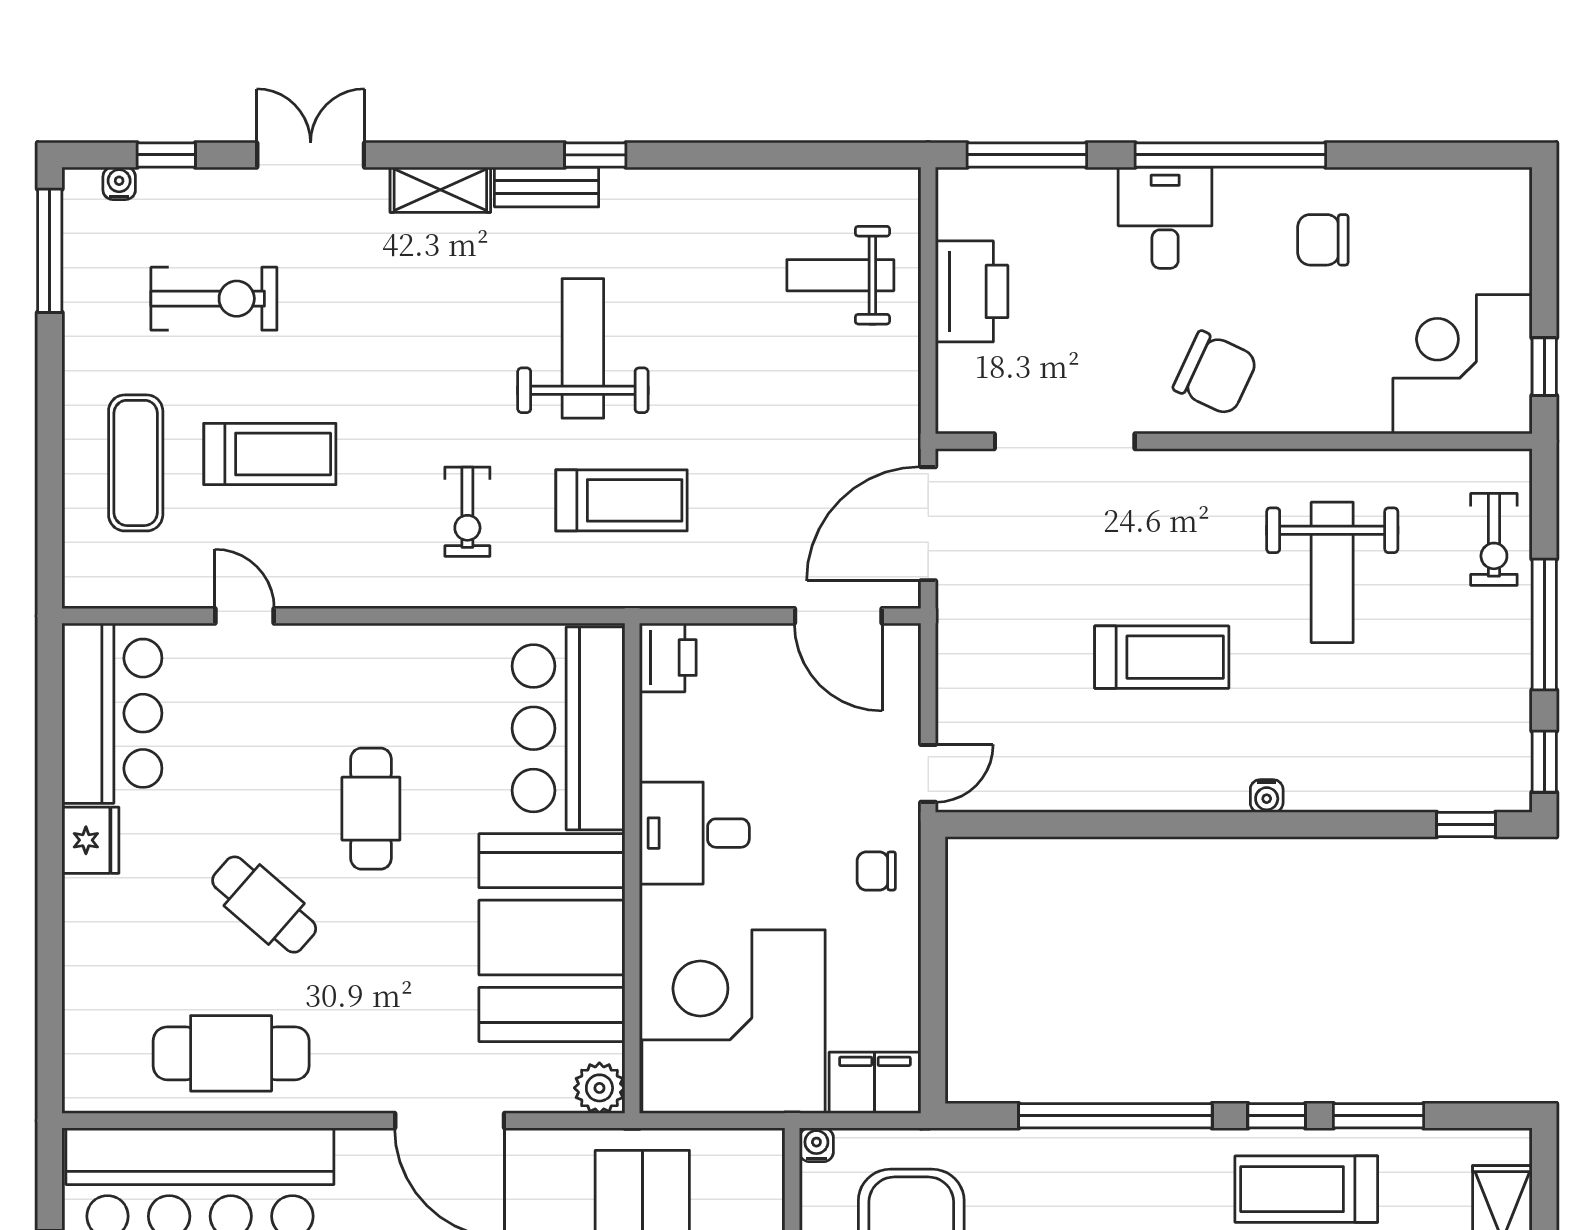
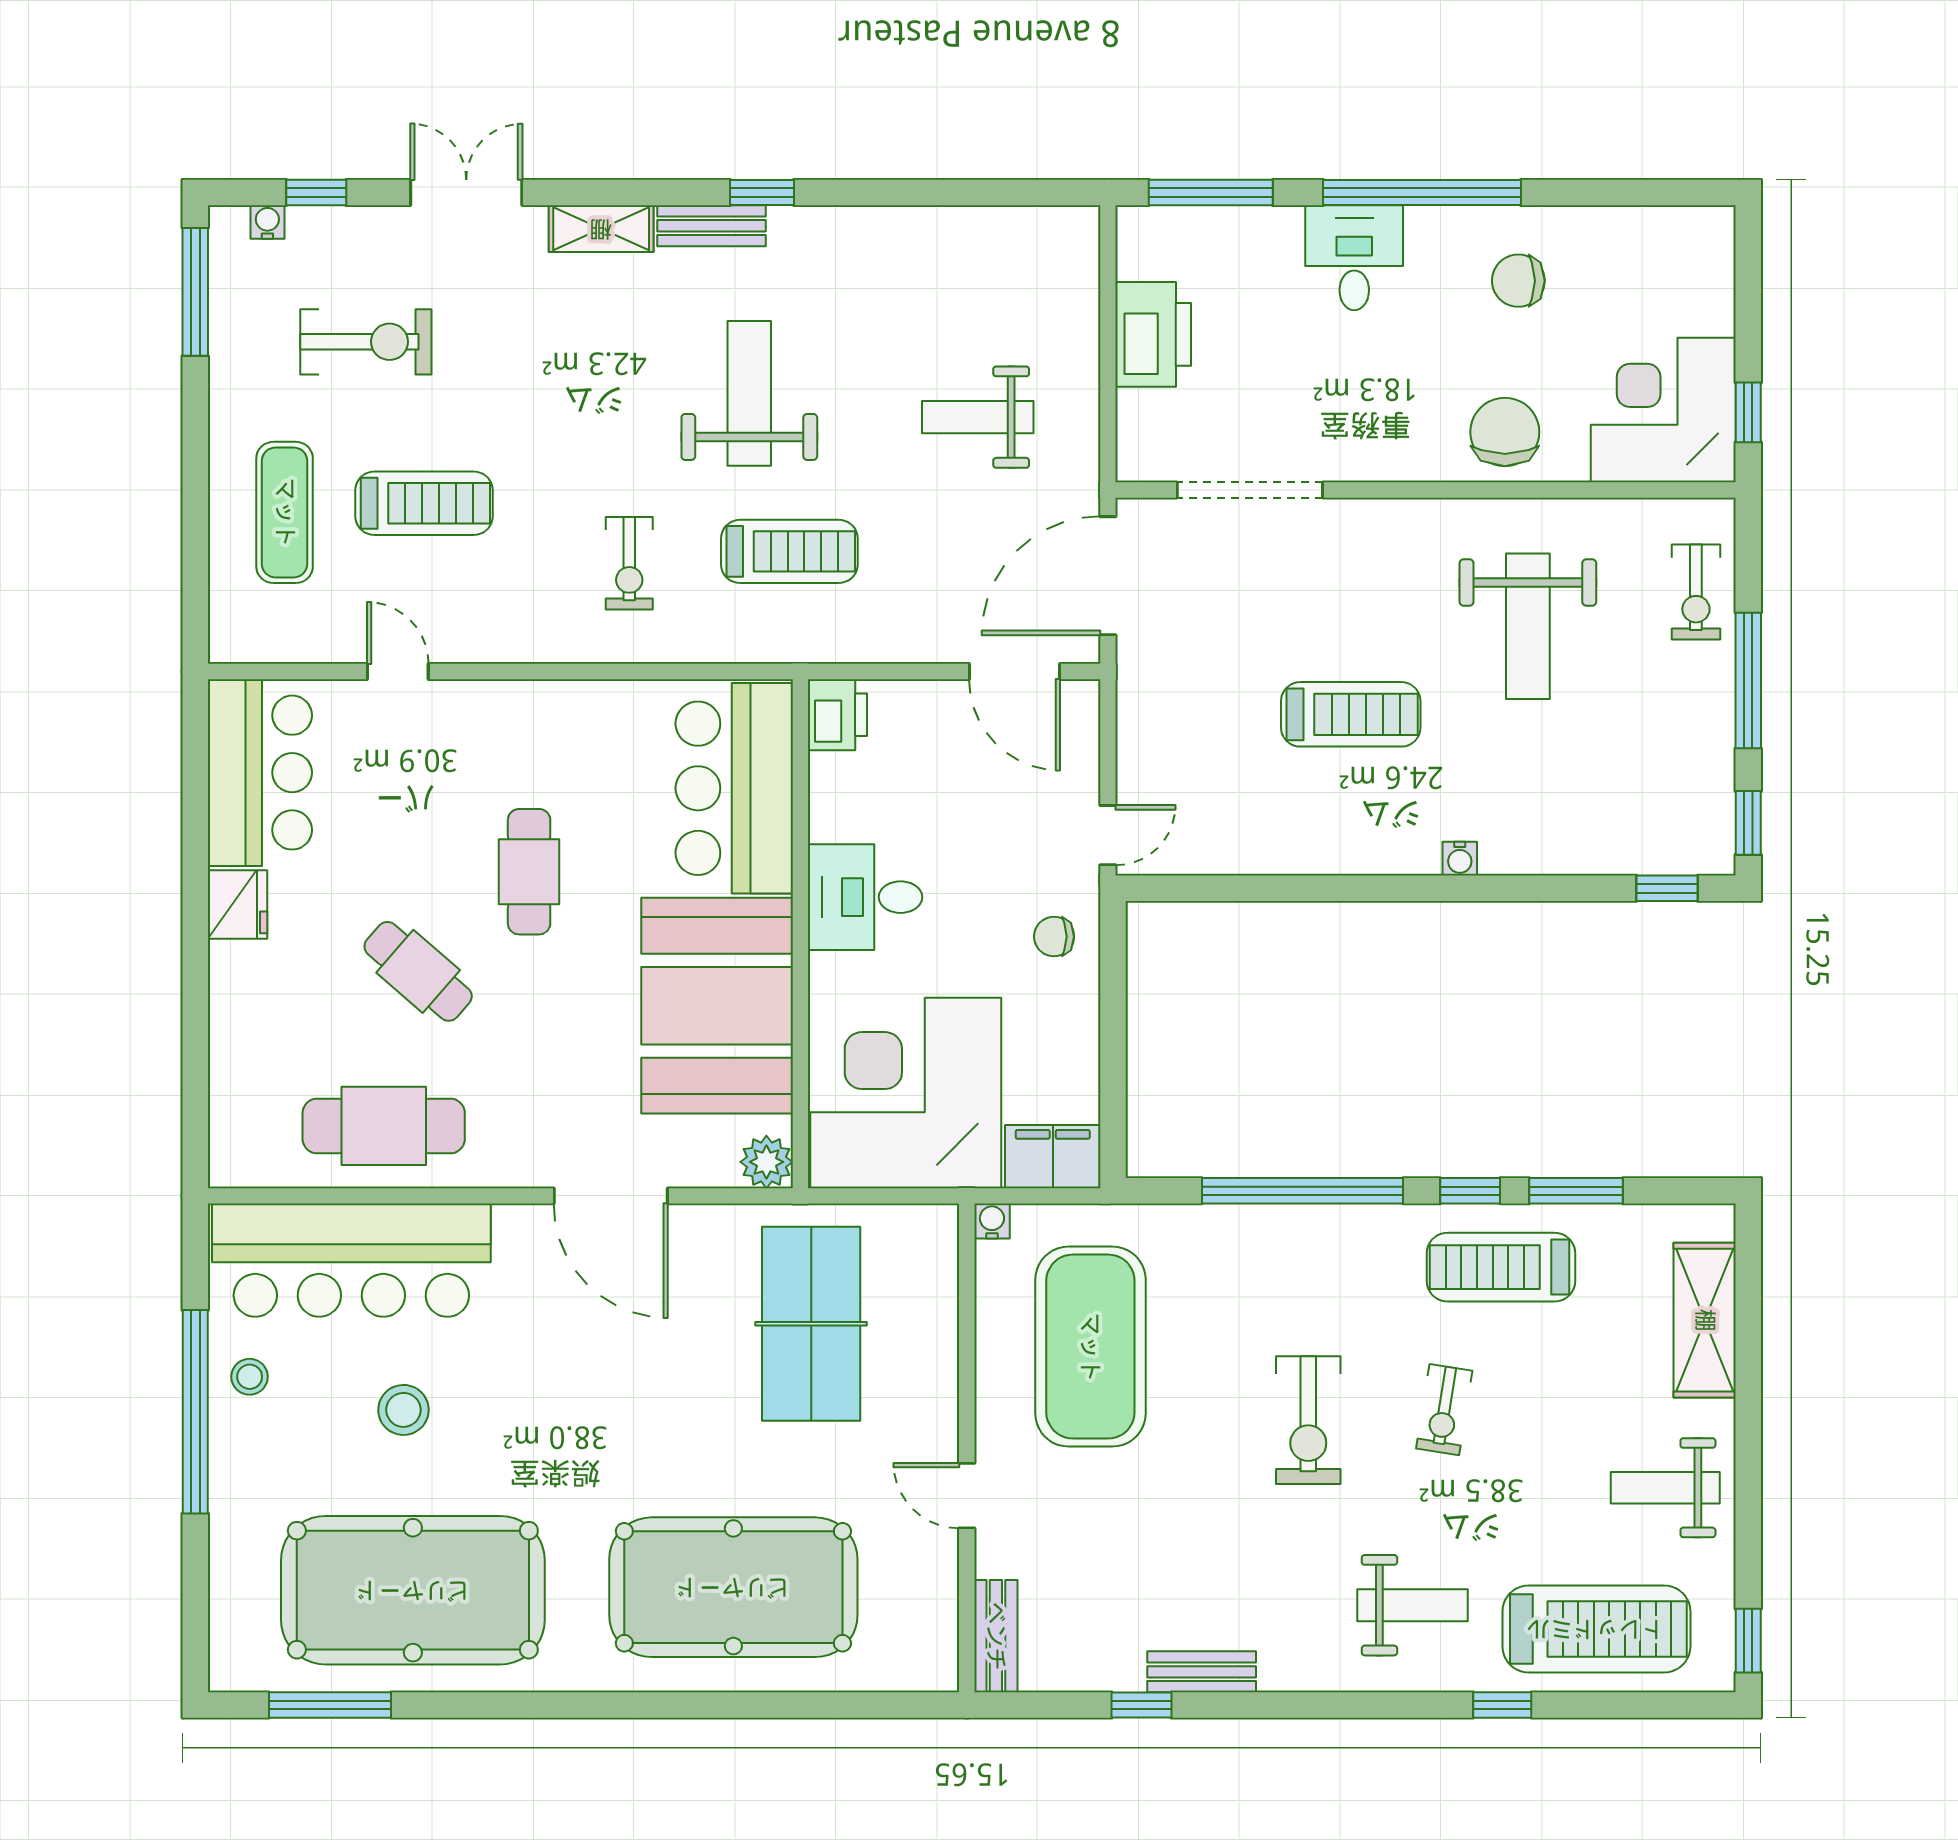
weight bench: (840, 275) -> (978, 417), moved
chair: (1216, 373) -> (1505, 432), moved, turned -115

